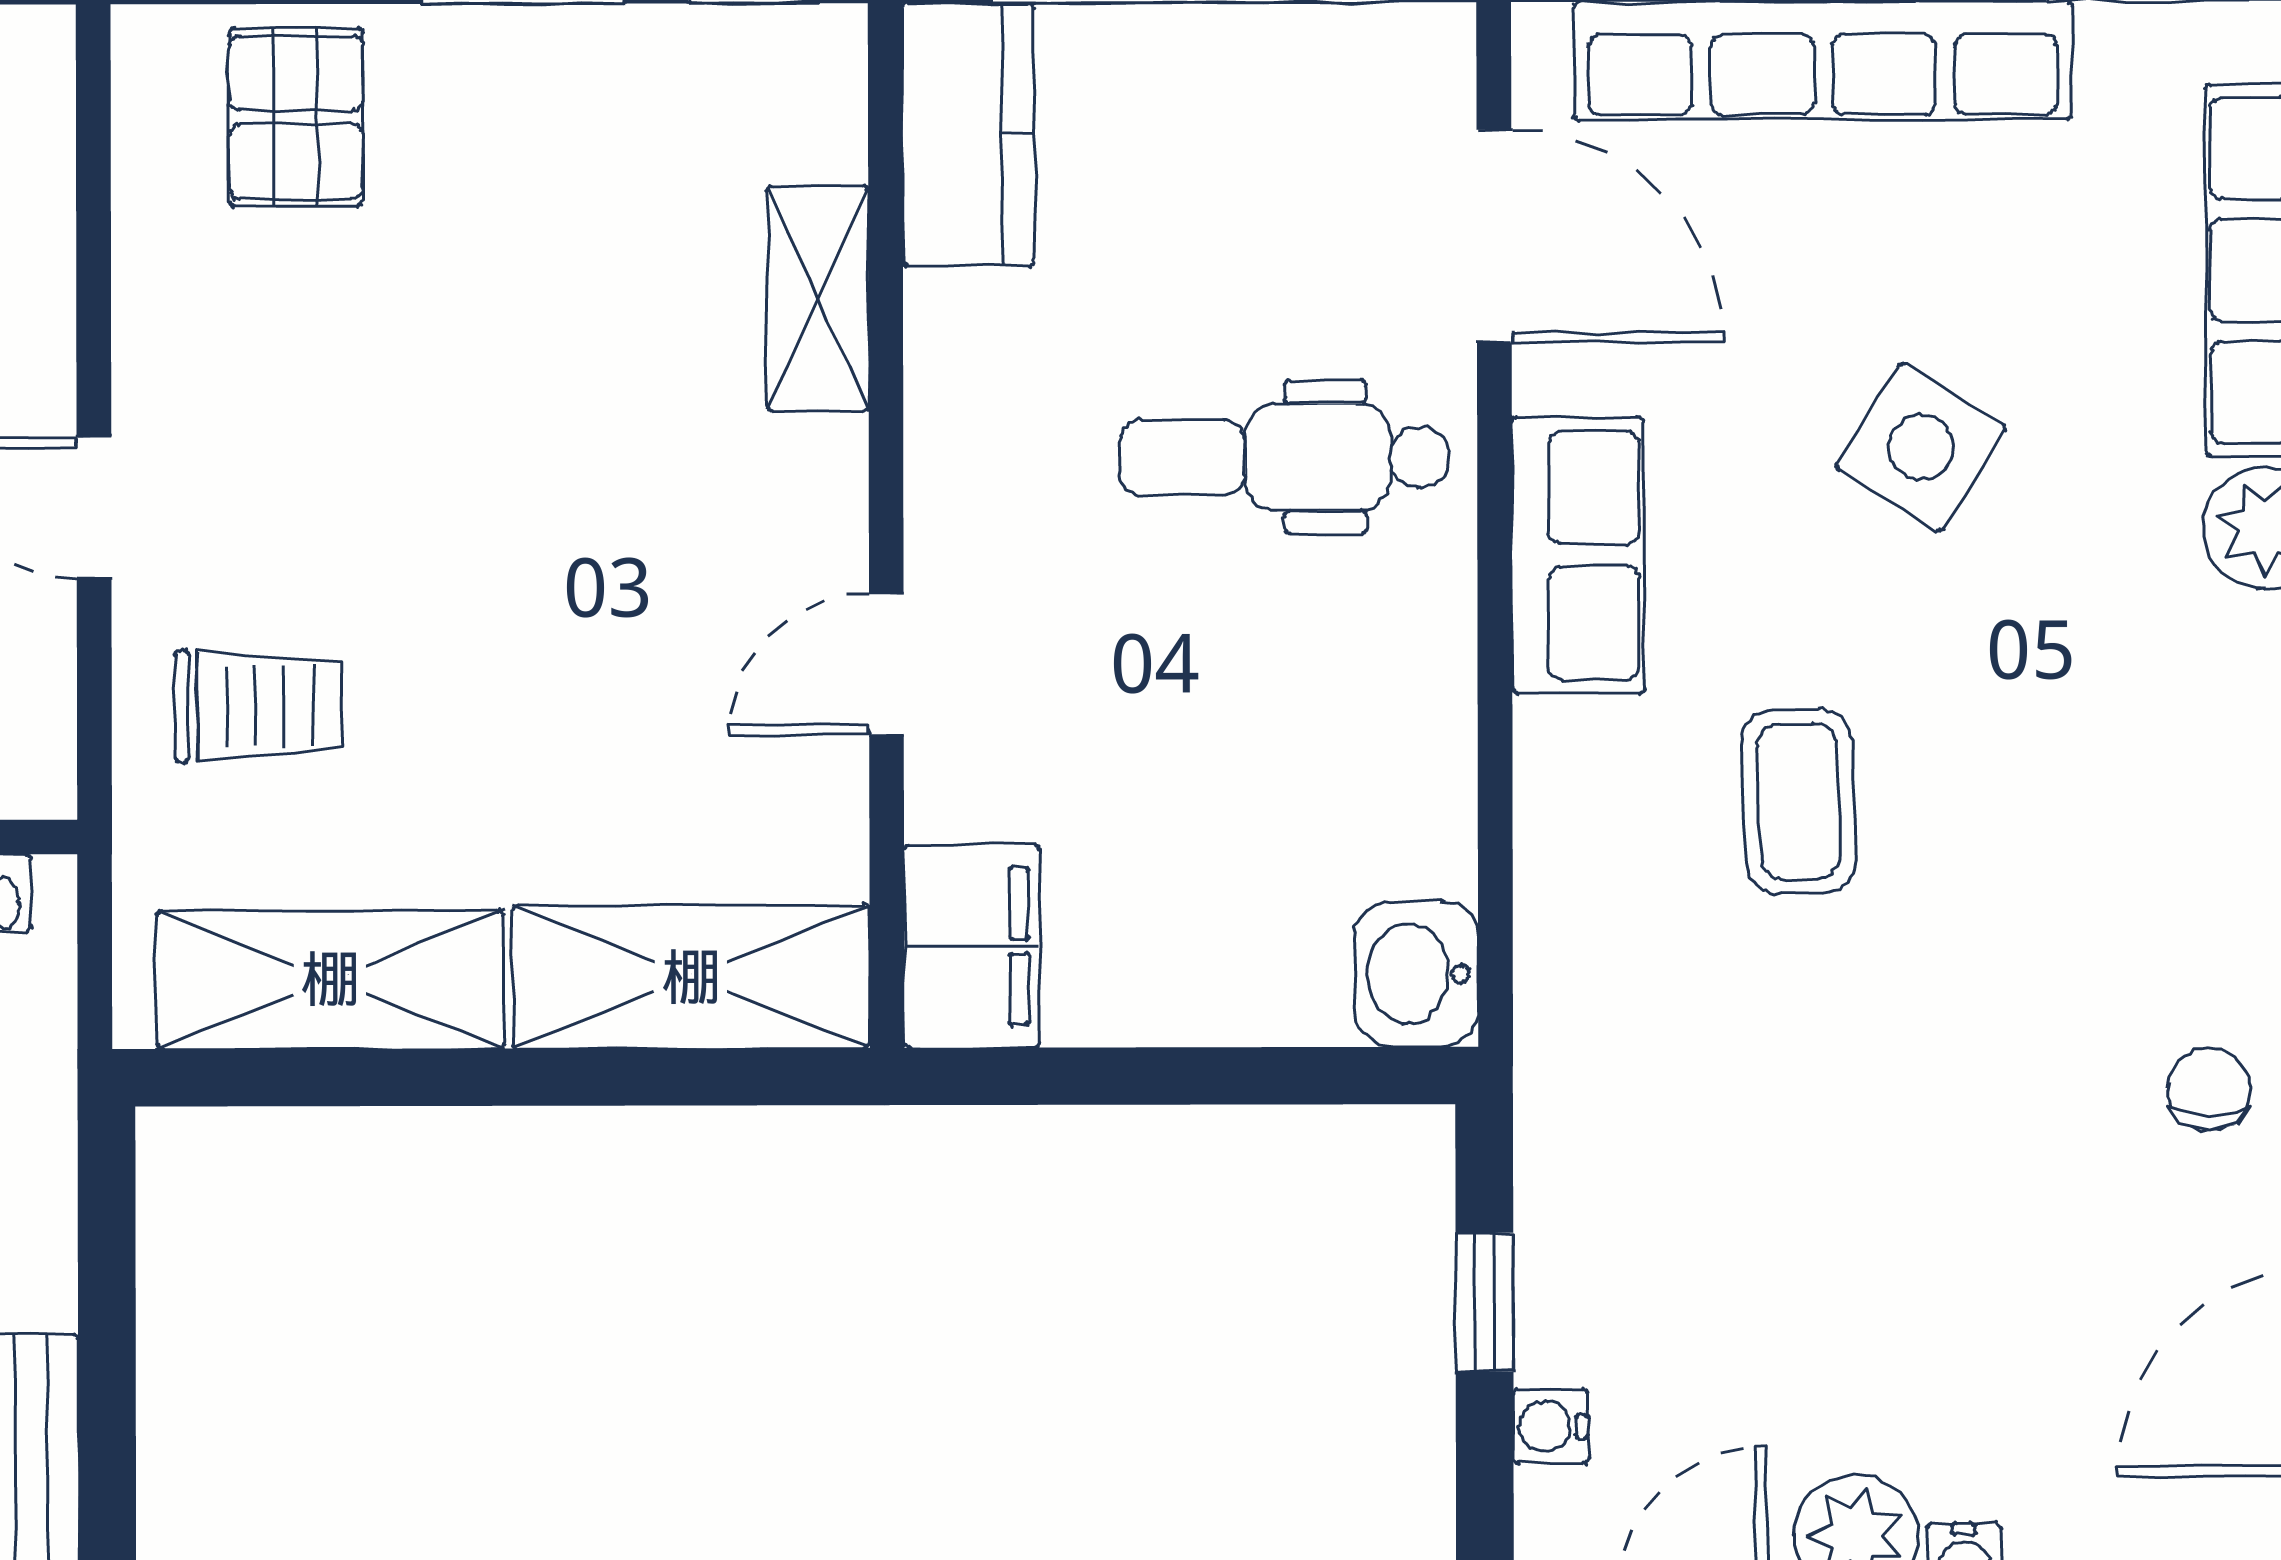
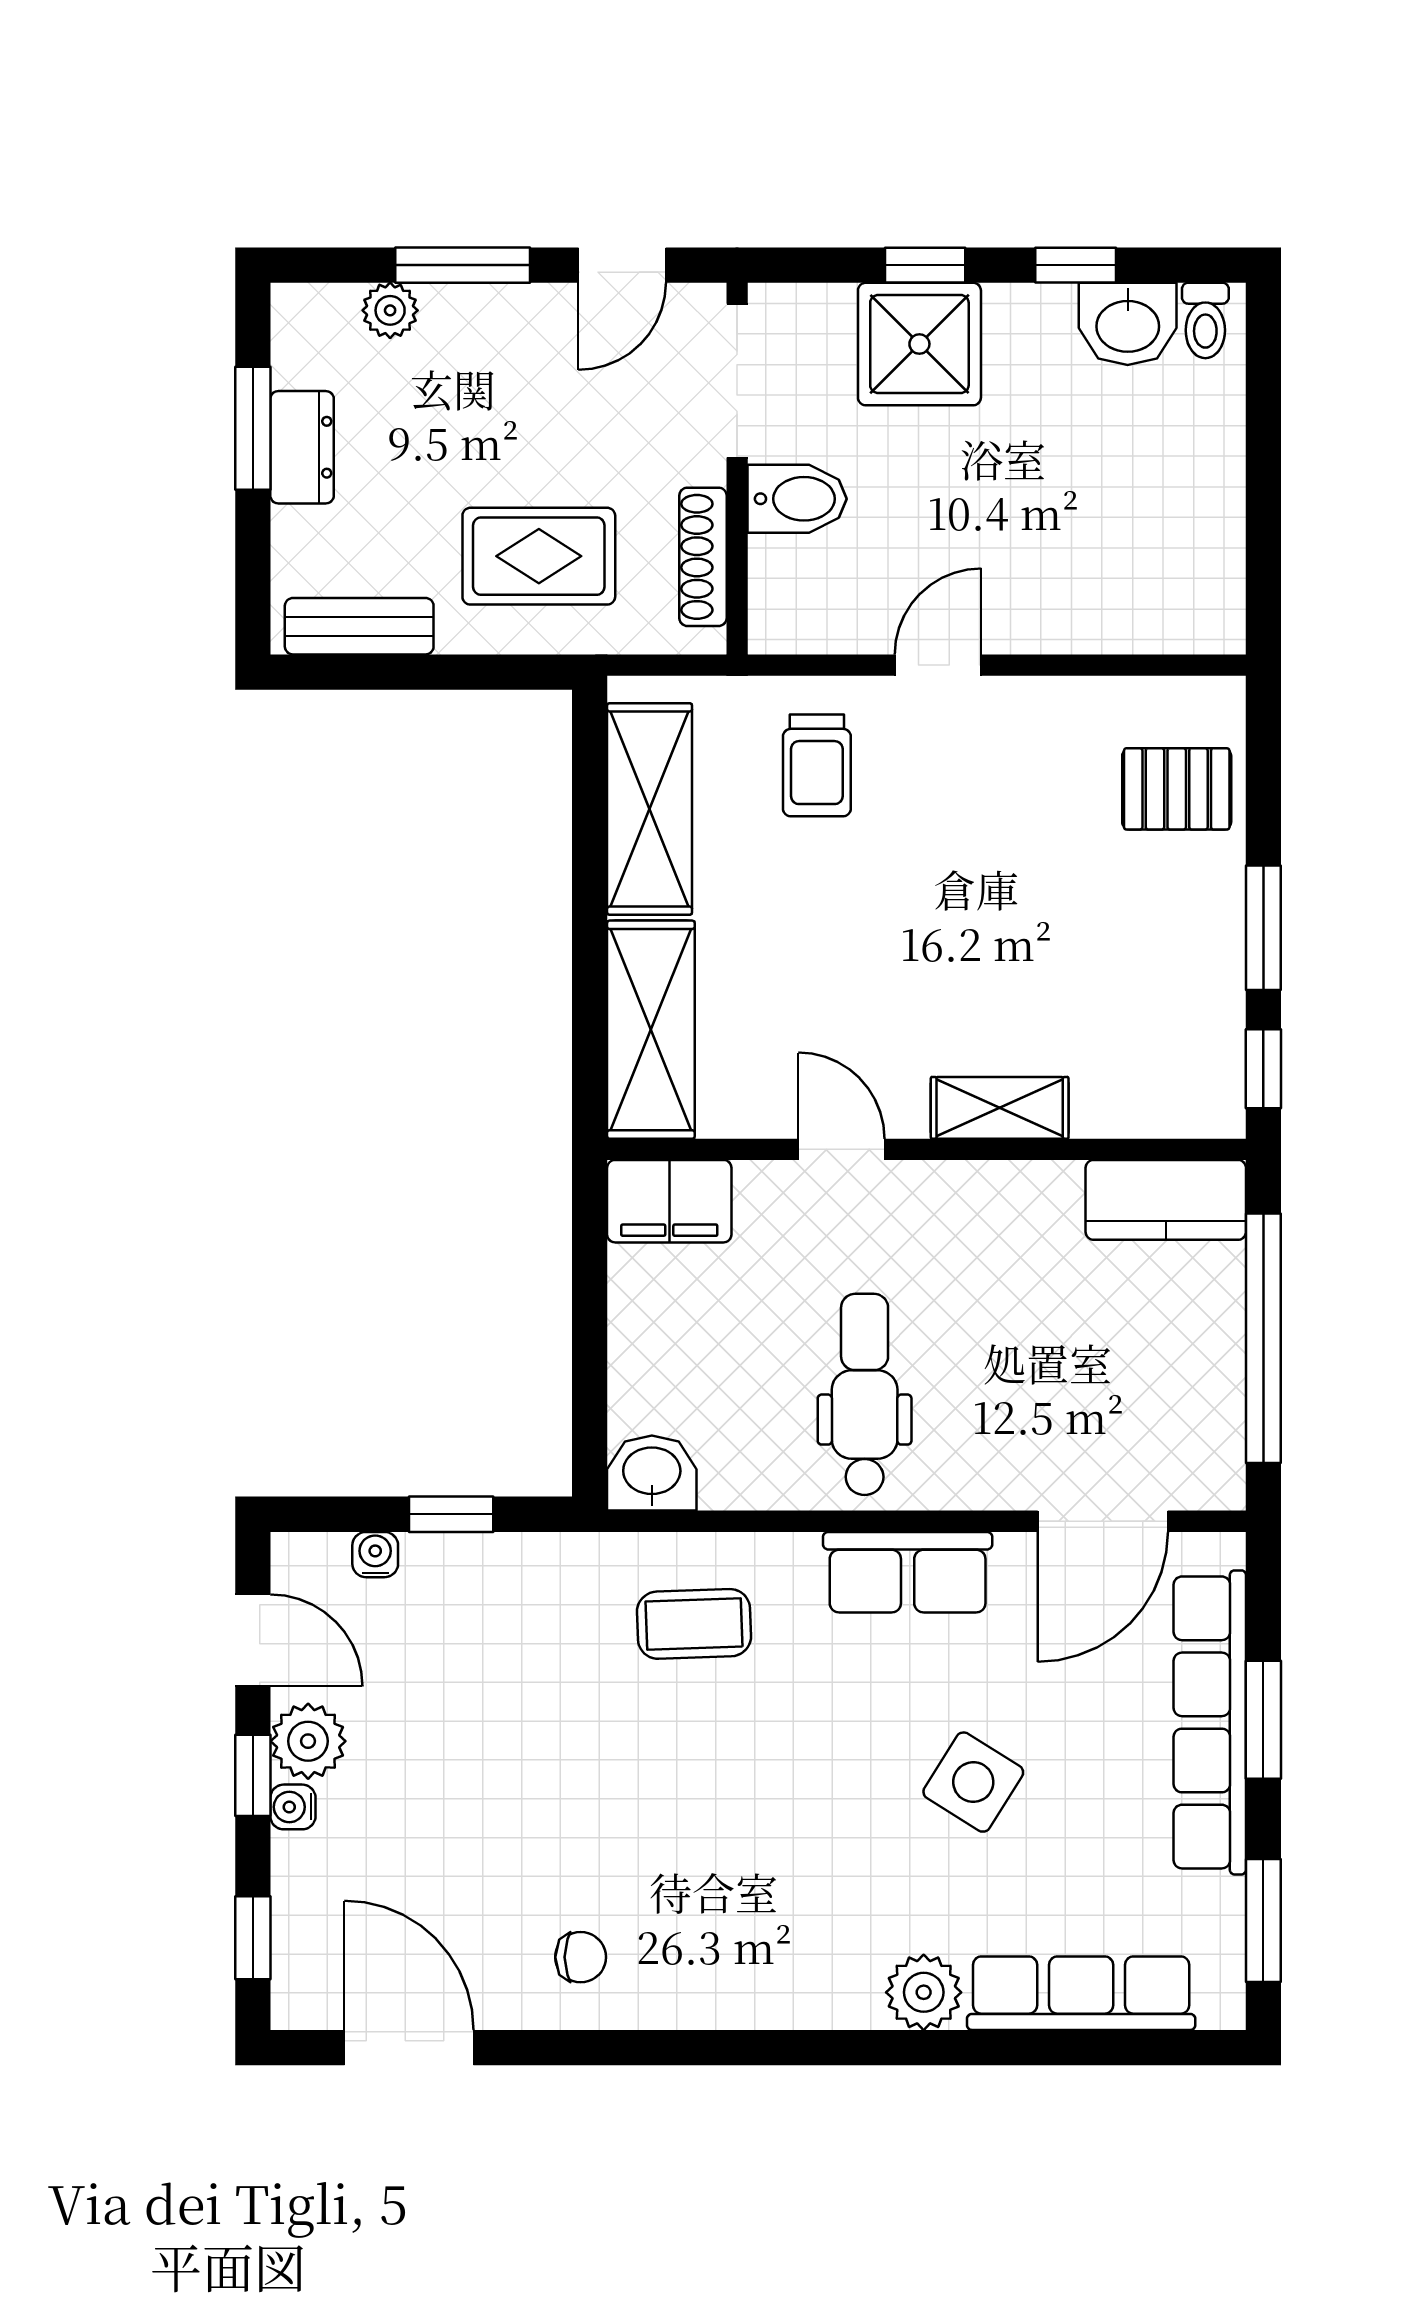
shelving: (818, 298) -> (1000, 1108), moved
dental chair: (1285, 457) -> (865, 1394), moved
coffee table: (1799, 801) -> (694, 1624), moved

